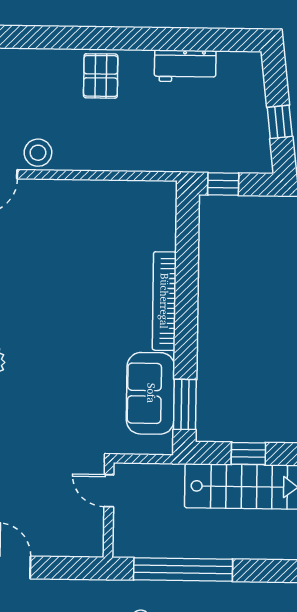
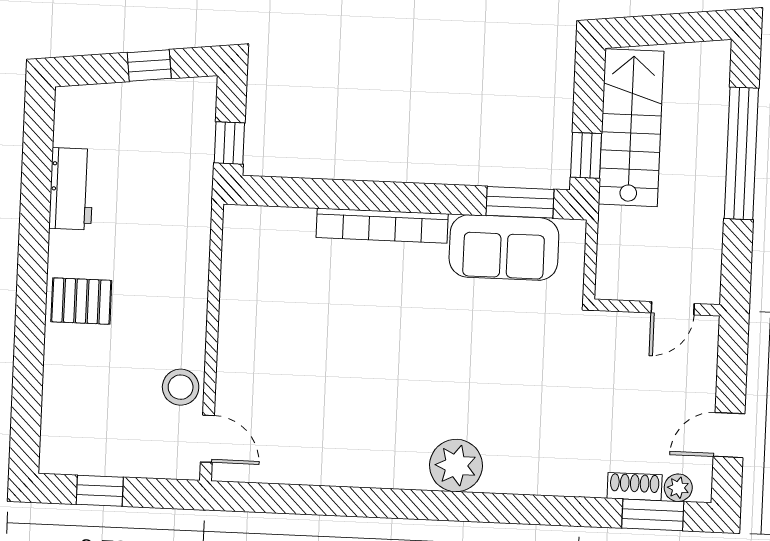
window: (248, 454) -> (586, 155), moved
door: (109, 491) -> (673, 308), moved
window: (183, 570) -> (741, 153), moved

